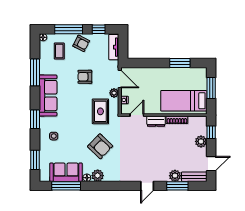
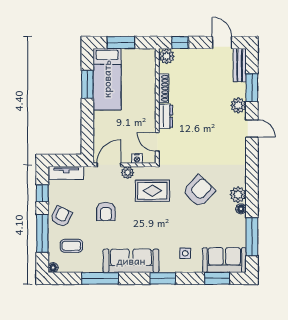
bed: (184, 101) -> (107, 79), moved
plant: (201, 141) -> (167, 56), moved
sofa: (66, 172) -> (224, 260), moved, turned 90
plant: (175, 176) -> (238, 105), moved

